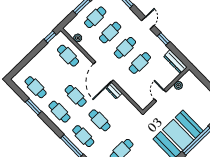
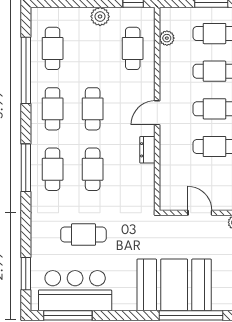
plant: (42, 56) -> (100, 16), added
door: (103, 72) -> (157, 113), width x0.53
door: (160, 96) -> (200, 213), hinge flipped
window: (33, 107) -> (26, 70), width x2.11

